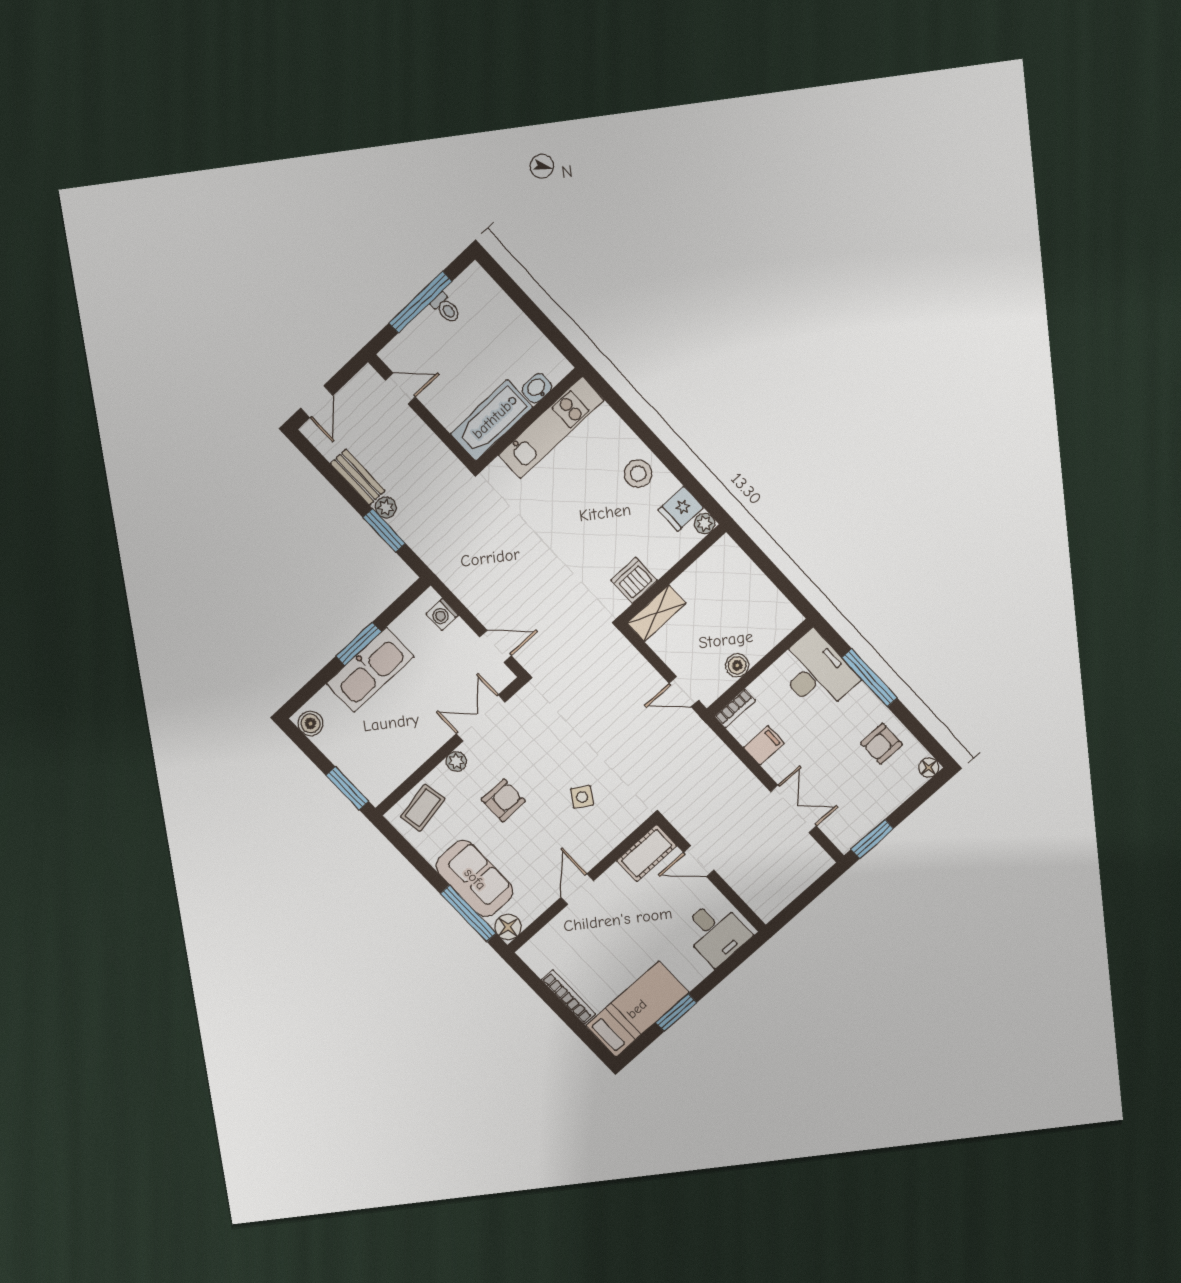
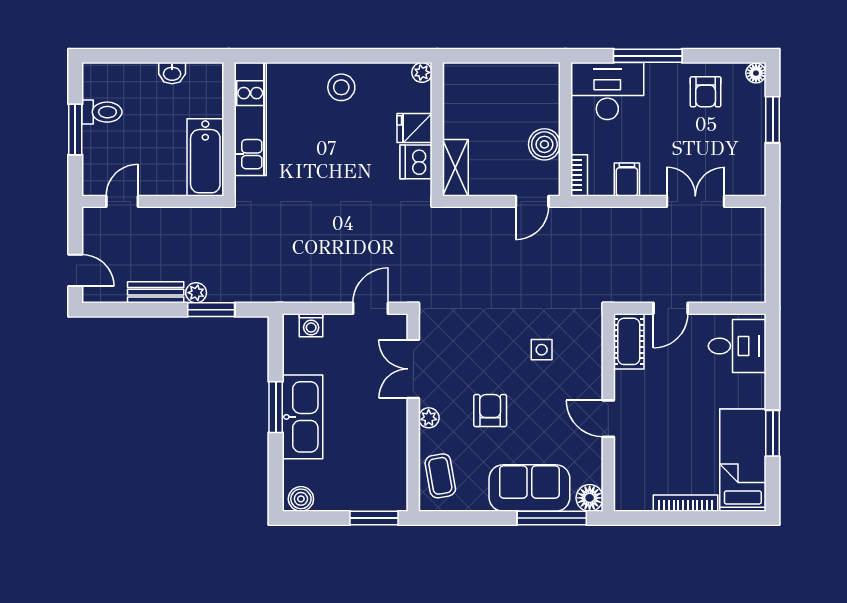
window: (421, 302) -> (75, 129), width x0.69
toilet: (446, 308) -> (102, 112), width x1.37, depth x1.39
washbasin: (537, 388) -> (172, 73), moved, turned -90
fridge: (681, 509) -> (415, 128), moved, turned 90
boiler: (737, 665) -> (544, 144), width x1.36, depth x1.36
side table: (582, 797) -> (542, 350), turned -34
window: (872, 839) -> (773, 120), moved

